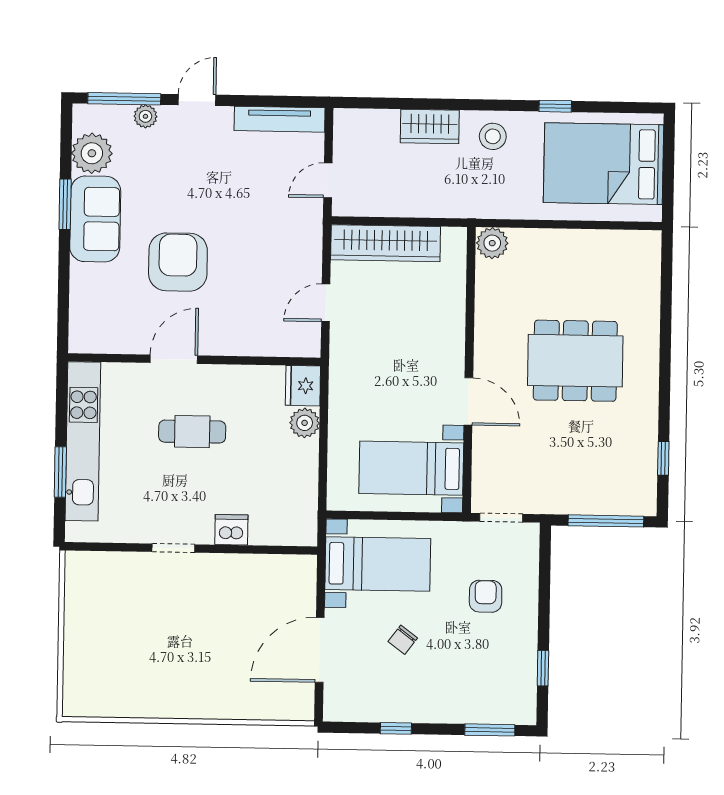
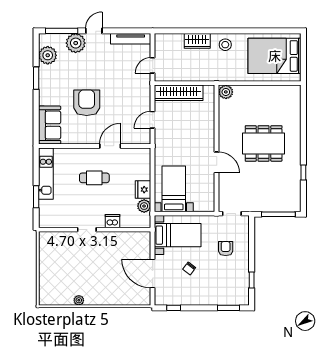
window: (555, 106) -> (253, 31), removed
plant: (145, 116) -> (76, 43), width x1.87, depth x1.87
sofa: (95, 219) -> (50, 125), moved
door: (174, 359) -> (110, 146), moved
fridge: (303, 386) -> (143, 190), moved
plant: (305, 423) -> (144, 206), moved
kitchen unit: (83, 441) -> (46, 174), width x0.73
window: (663, 458) -> (303, 173), moved
bed with nightstands: (411, 468) -> (174, 189), moved, turned 90
door: (320, 650) -> (153, 274), hinge flipped
plant: (152, 707) -> (79, 300), added
window: (396, 728) -> (174, 308), moved

